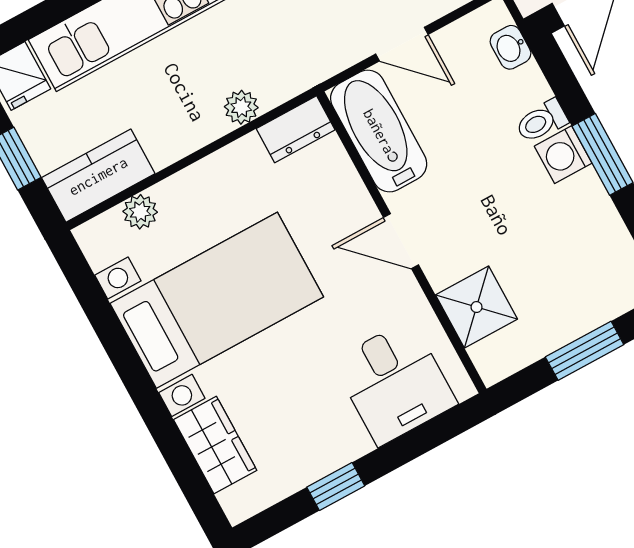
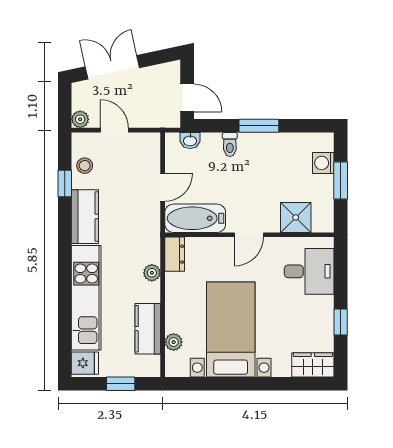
washing machine: (563, 155) -> (323, 163), moved, turned 90
kitchen counter: (98, 176) -> (148, 329), moved
wardrobe: (215, 445) -> (313, 365), moved

